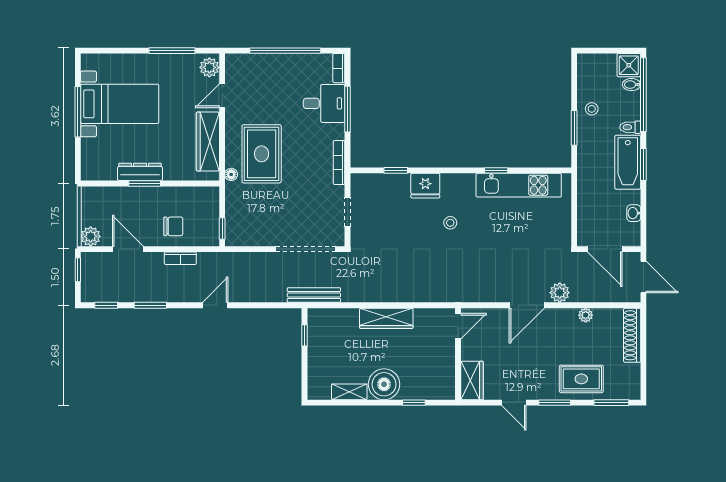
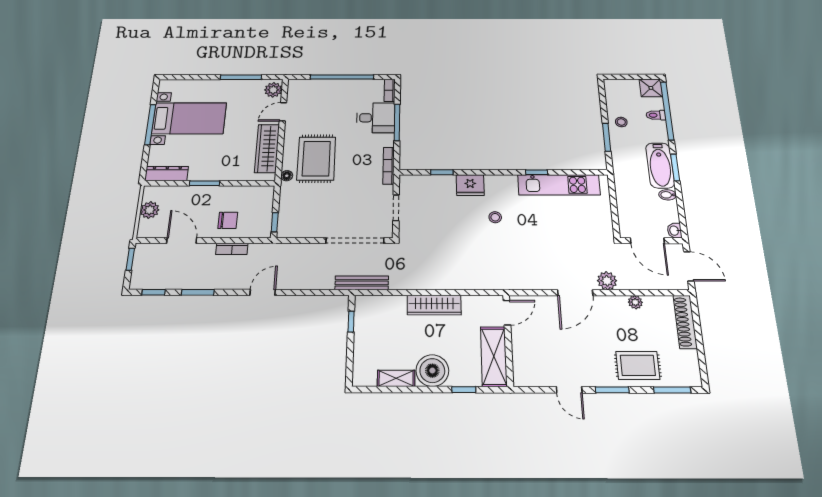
bidet: (631, 85) -> (668, 195), moved
toilet: (630, 127) -> (656, 115), moved
dresser: (140, 172) -> (167, 174), moved
washbasin: (634, 213) -> (674, 231), moved
plant: (91, 236) -> (150, 210), moved
shelving: (443, 370) -> (494, 356), added
wardrobe: (472, 380) -> (524, 367), removed

